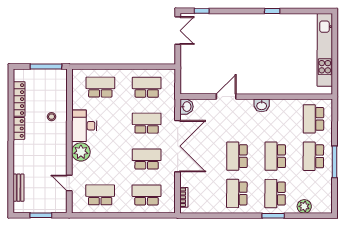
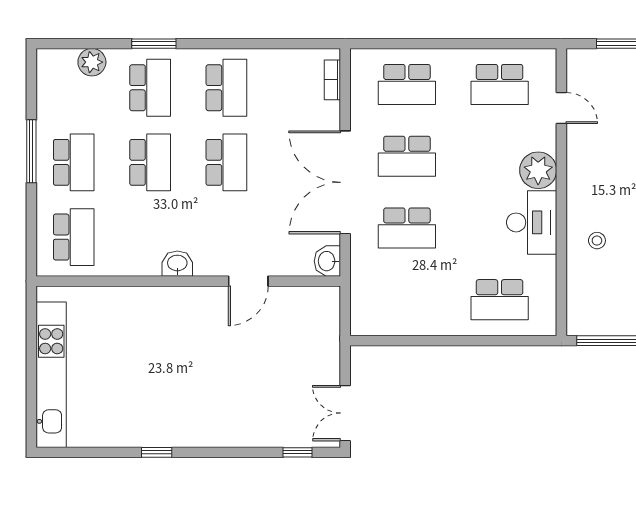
school desk: (147, 87) -> (407, 300), removed

